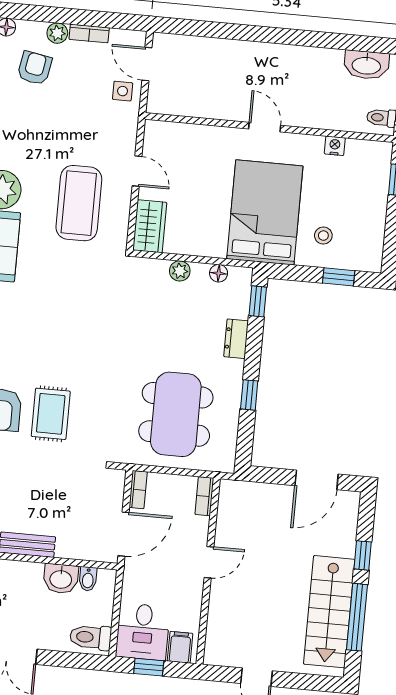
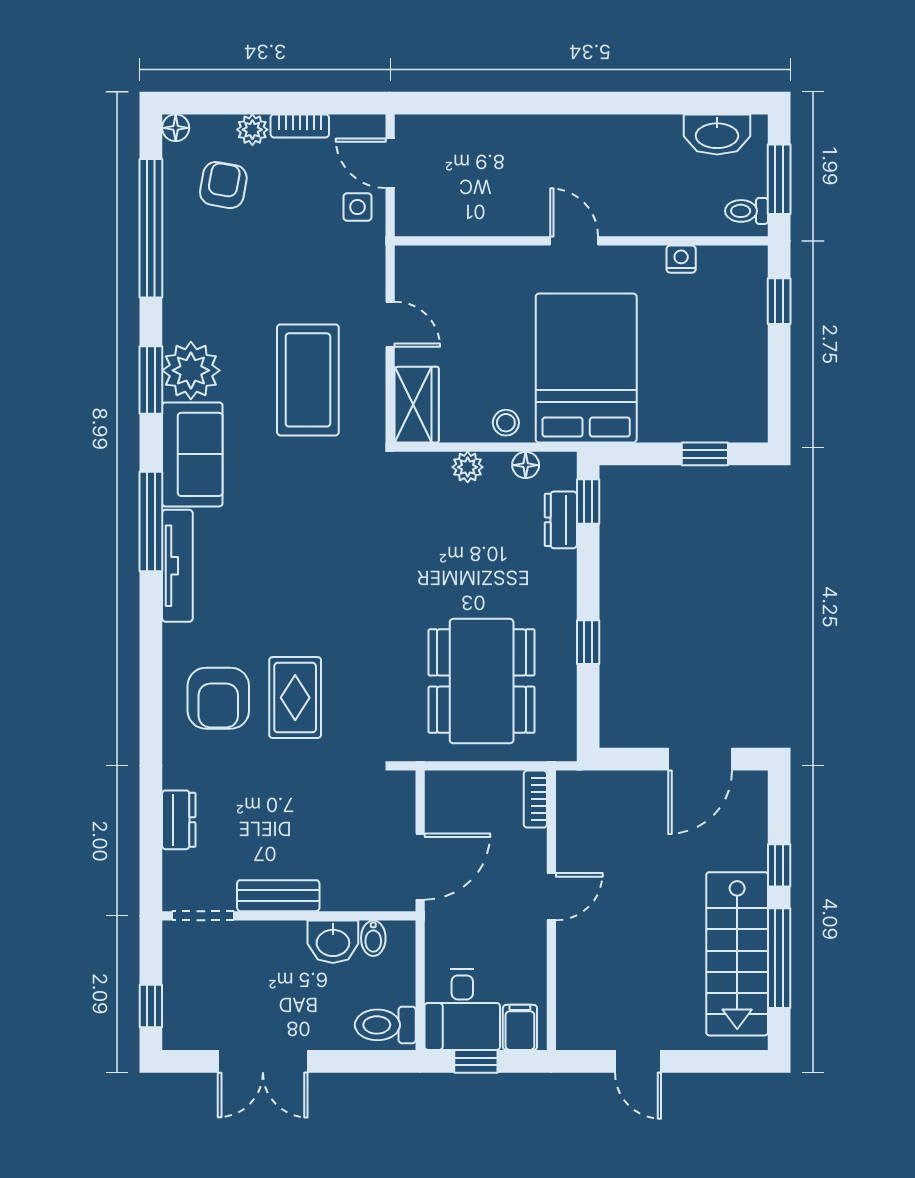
stool: (323, 236) -> (506, 423), moved
dresser: (236, 339) -> (561, 520), moved
bookcase: (138, 490) -> (436, 798), removed

